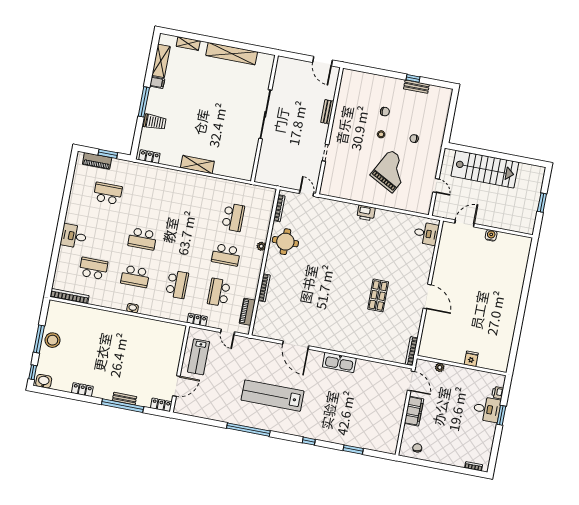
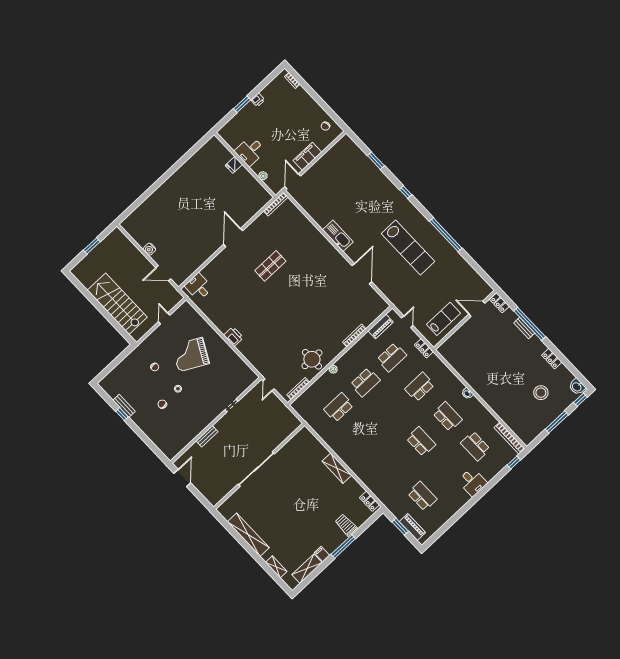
school desk: (108, 193) -> (422, 496), turned 180
school desk: (226, 255) -> (365, 382), turned 90
window: (51, 278) -> (514, 462), added
stool: (53, 340) -> (541, 393), moved
printer: (498, 393) -> (258, 100), moved
desk: (487, 409) -> (250, 151), moved, turned -90

